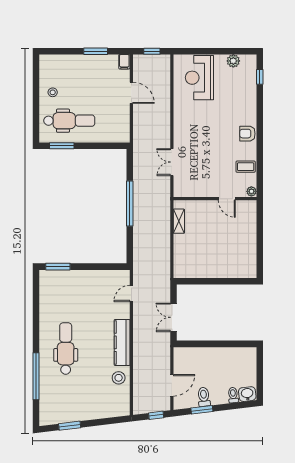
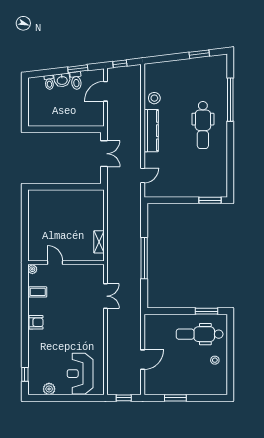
filing cabinet: (124, 62) -> (149, 388), removed
reception desk: (199, 78) -> (80, 374), turned 180
door: (131, 93) -> (143, 360), swing flipped
washbasin: (247, 394) -> (62, 80), moved

